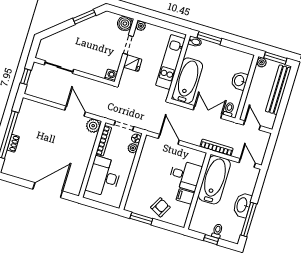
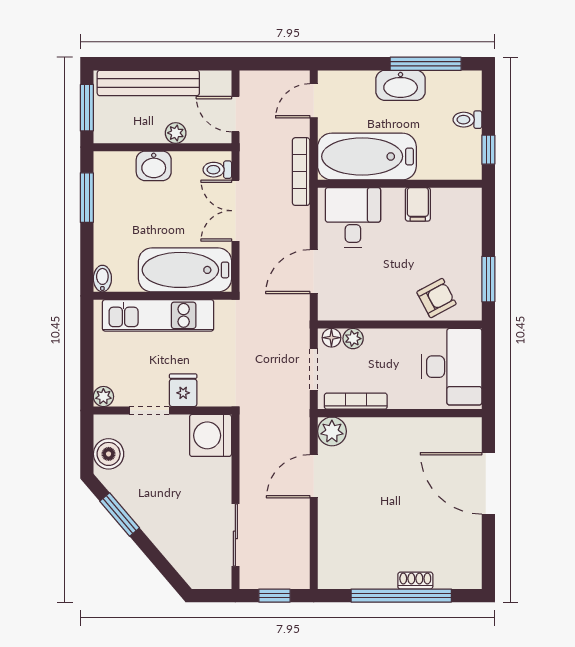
boiler: (125, 24) -> (109, 454), moved
window: (209, 38) -> (87, 198), moved
plant: (262, 62) -> (176, 133), moved
washing machine: (111, 75) -> (211, 435), width x1.89, depth x1.89
door: (252, 125) -> (235, 114), hinge flipped
desk: (185, 175) -> (353, 217), moved
desk: (104, 177) -> (452, 367), moved, turned -90
armchair: (160, 207) -> (437, 298), moved, turned 124
window: (211, 240) -> (488, 150), moved

